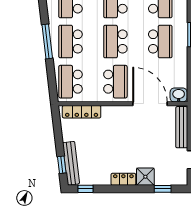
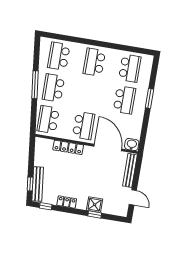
school desk: (115, 42) -> (89, 94), removed
locker: (82, 112) -> (68, 147), moved
locker: (123, 179) -> (67, 202), moved
window: (163, 189) -> (95, 215), moved

